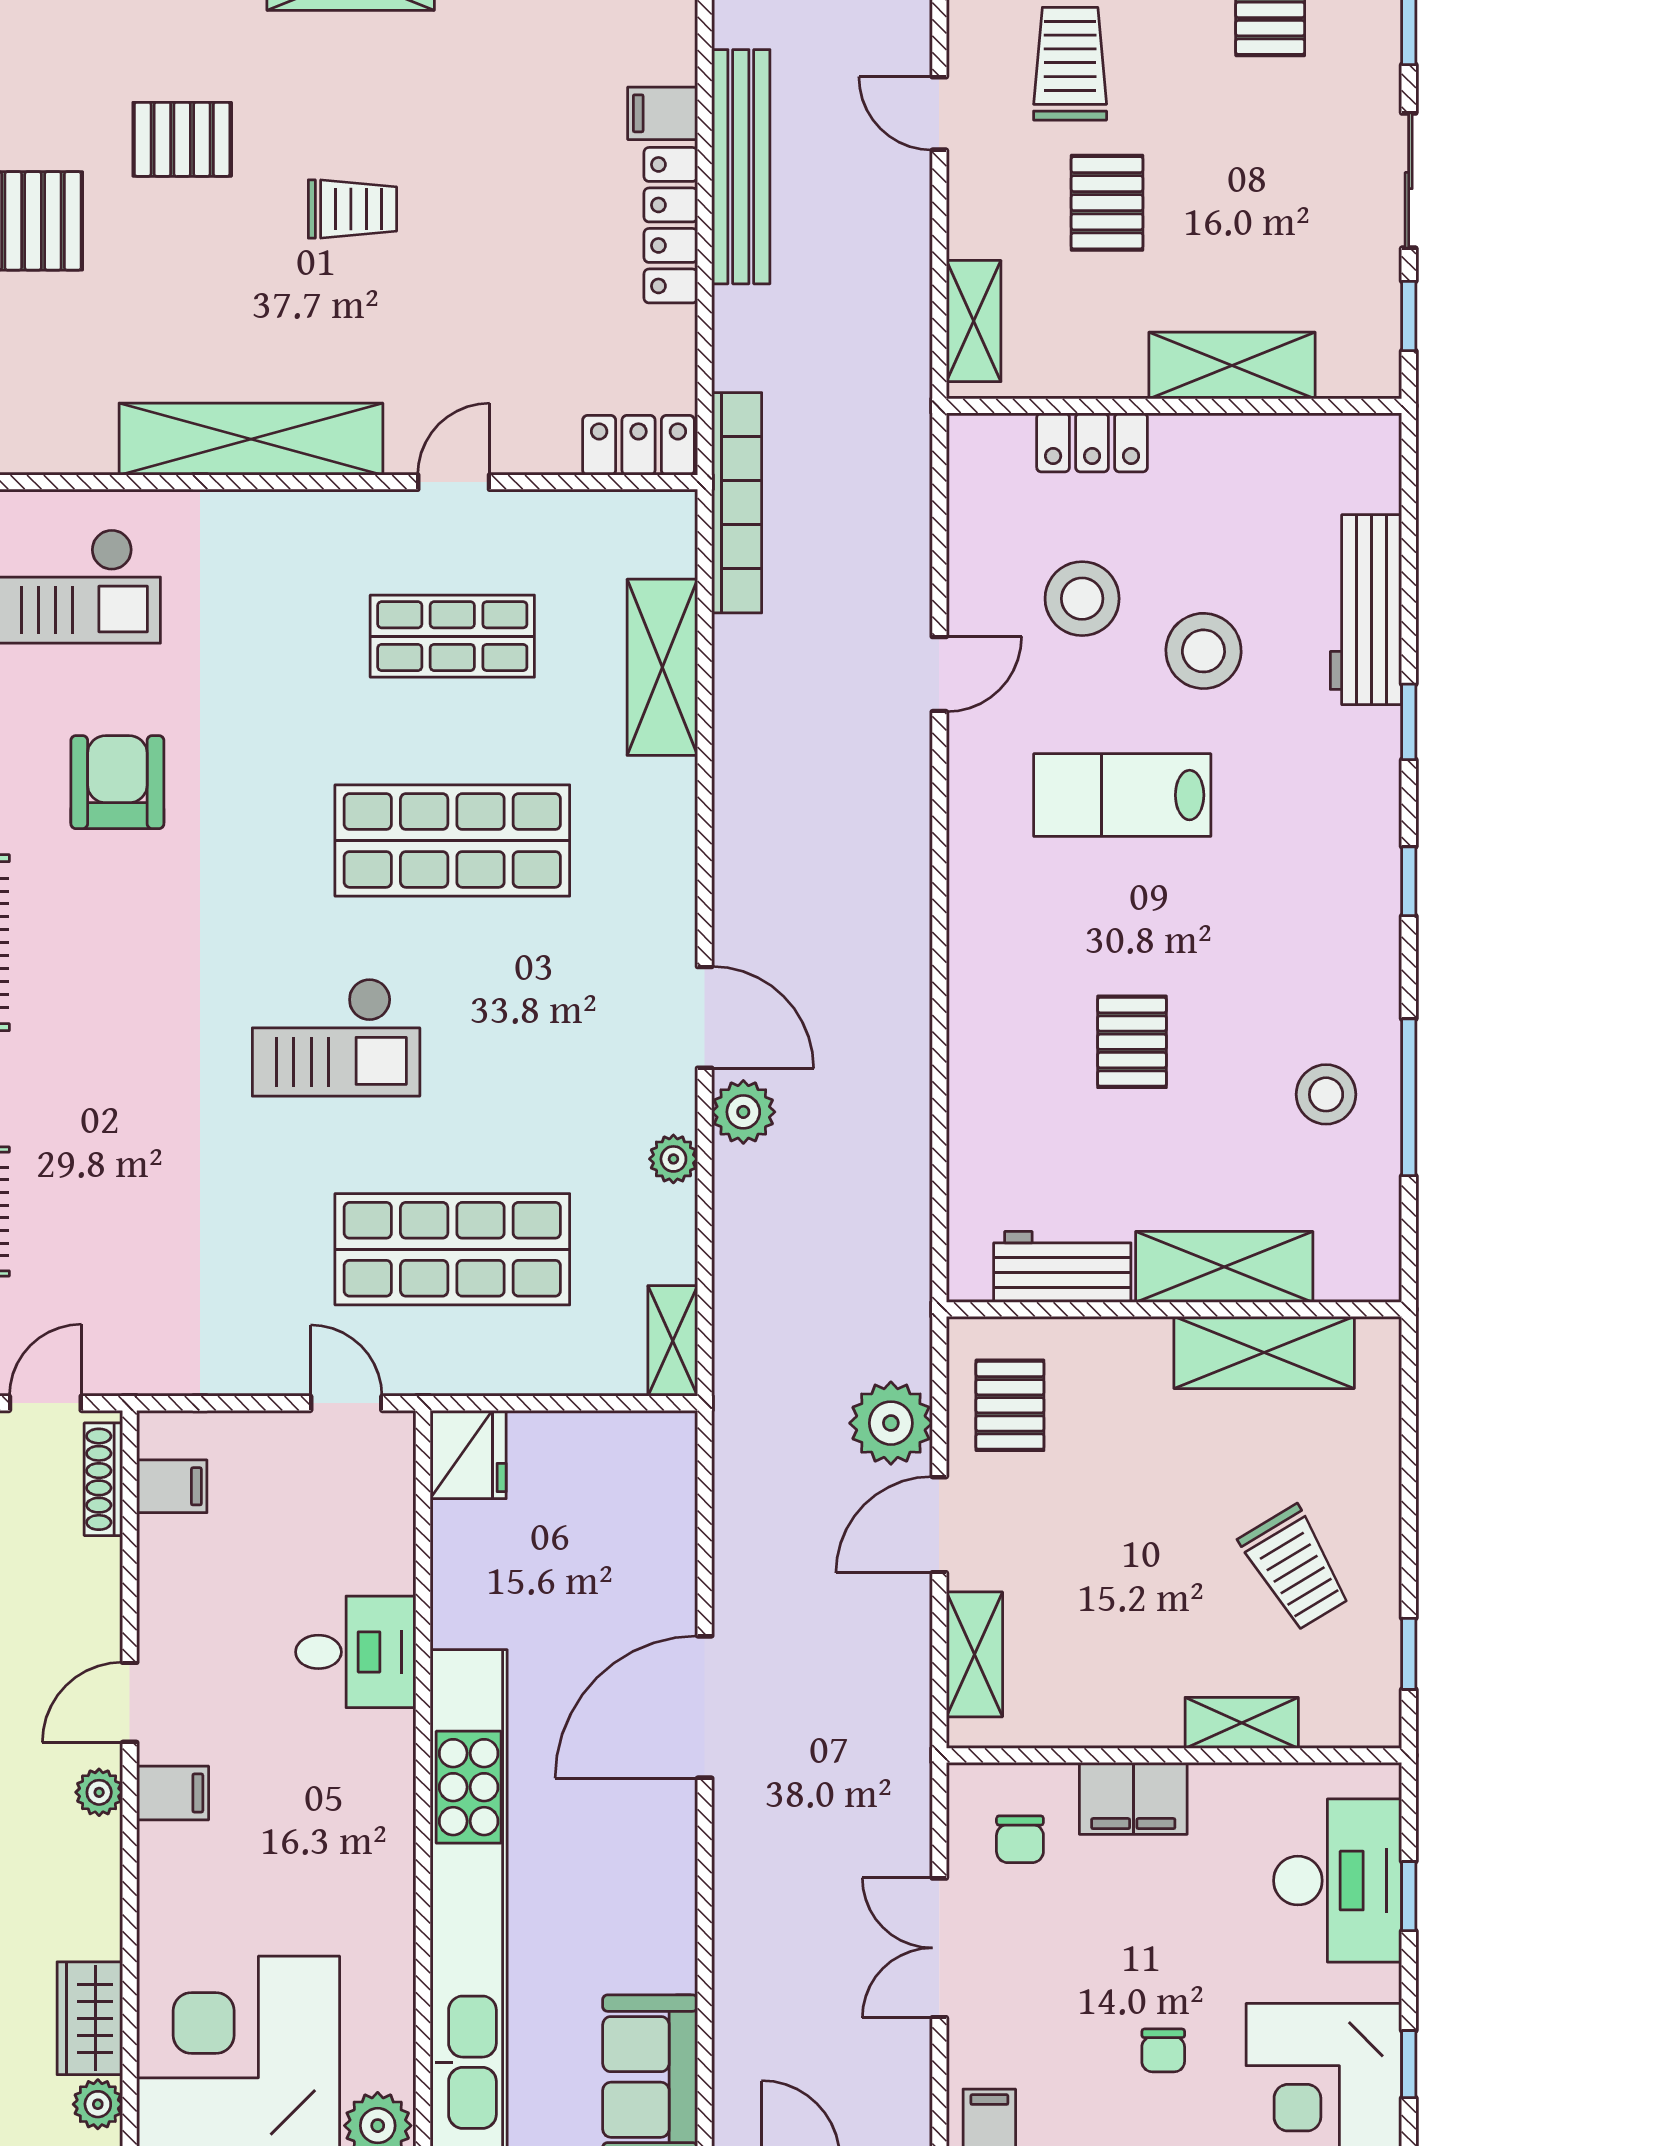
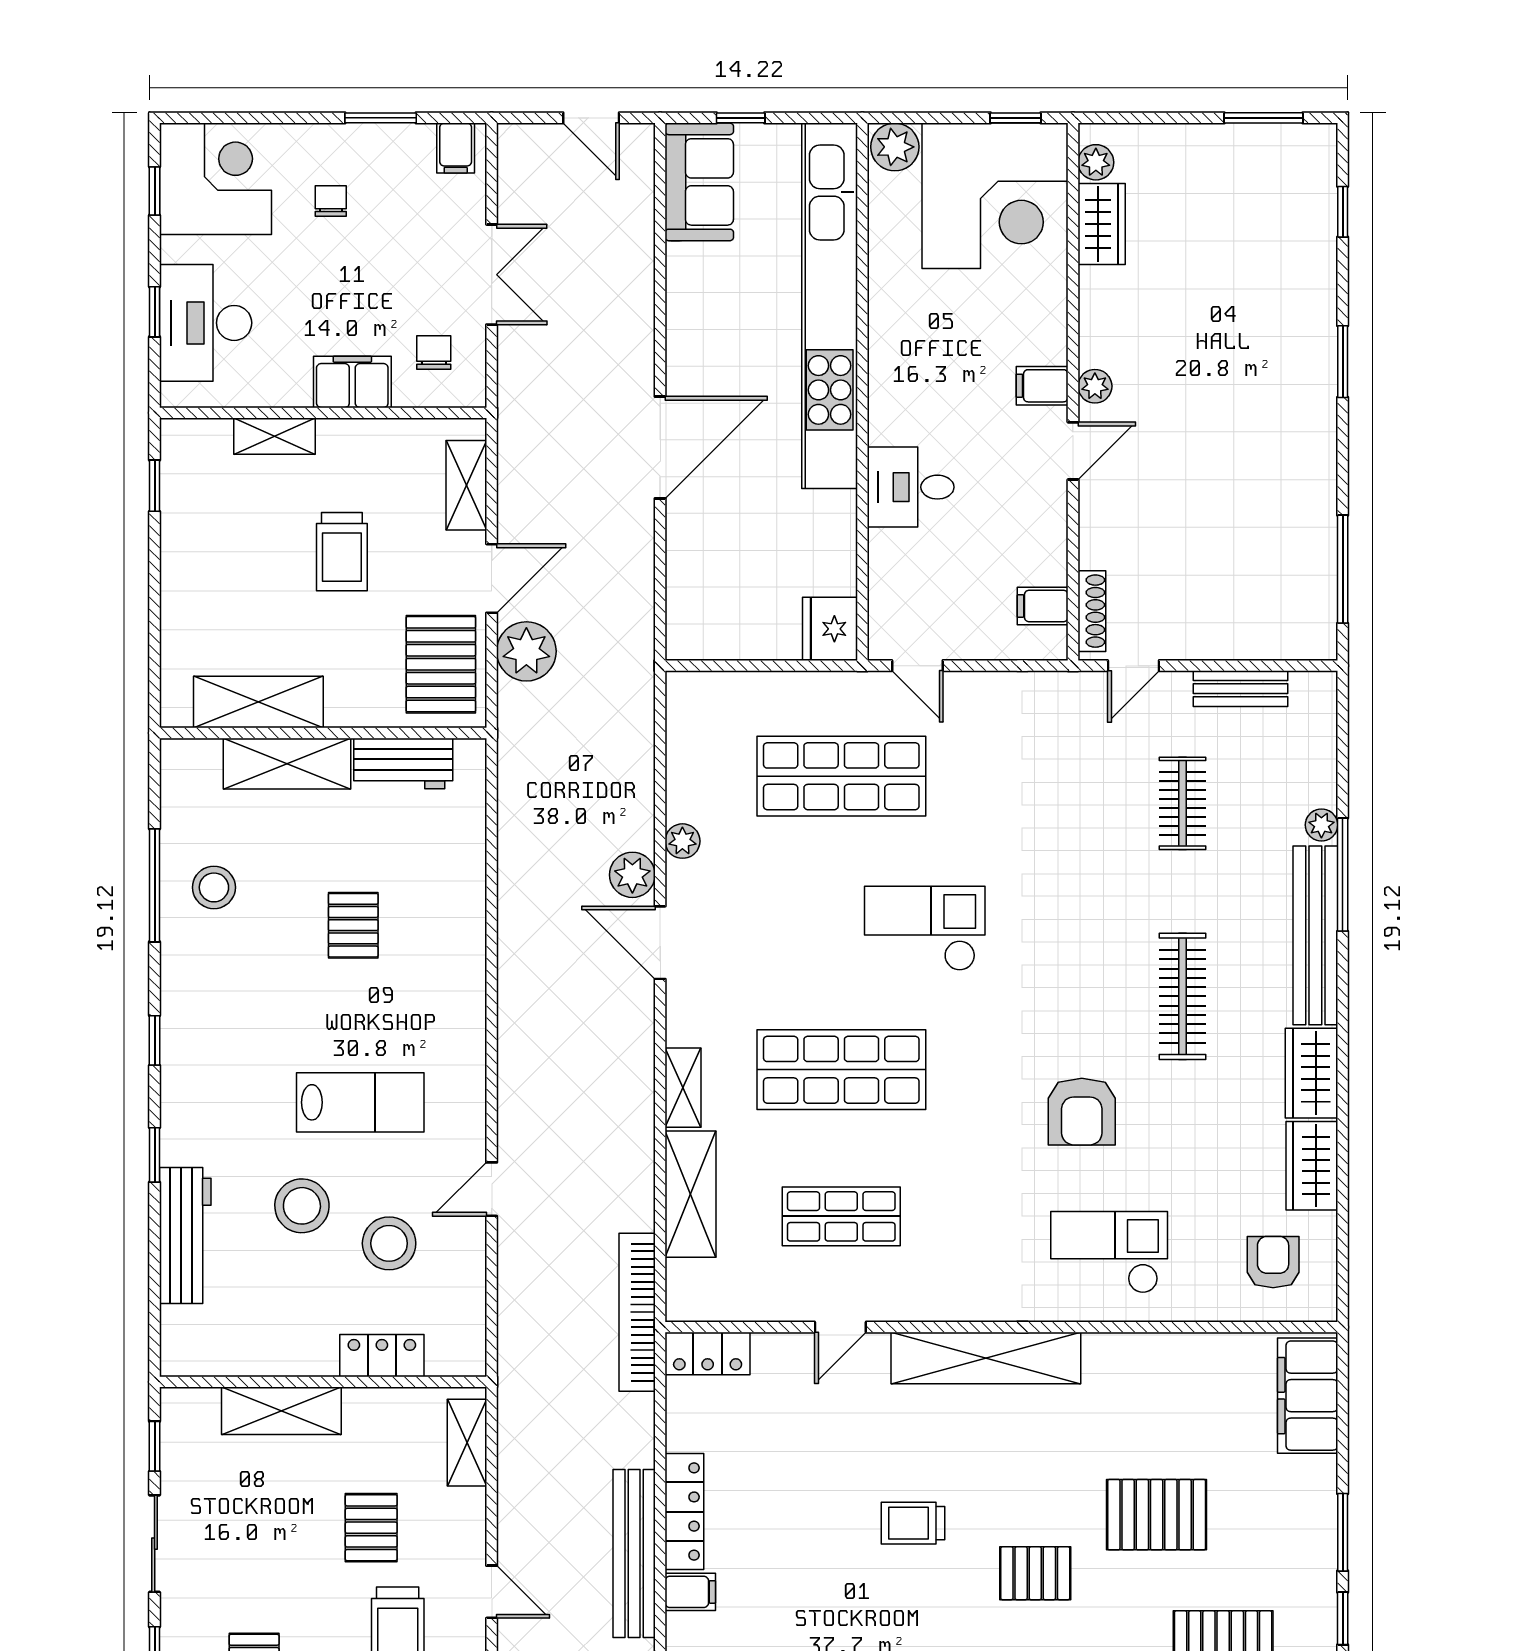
shelving: (673, 1341) -> (683, 1088), moved
pallet: (1010, 1405) -> (441, 664), width x1.50, depth x1.42
trolley: (1295, 1568) -> (342, 552), moved, turned -149

